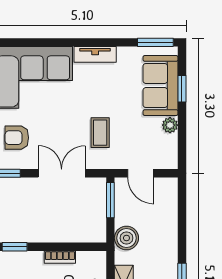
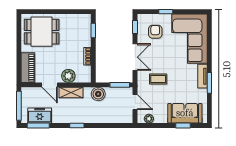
window: (155, 42) -> (209, 83), moved
plant: (170, 125) -> (149, 119), moved
door: (141, 173) -> (135, 102), swing flipped

